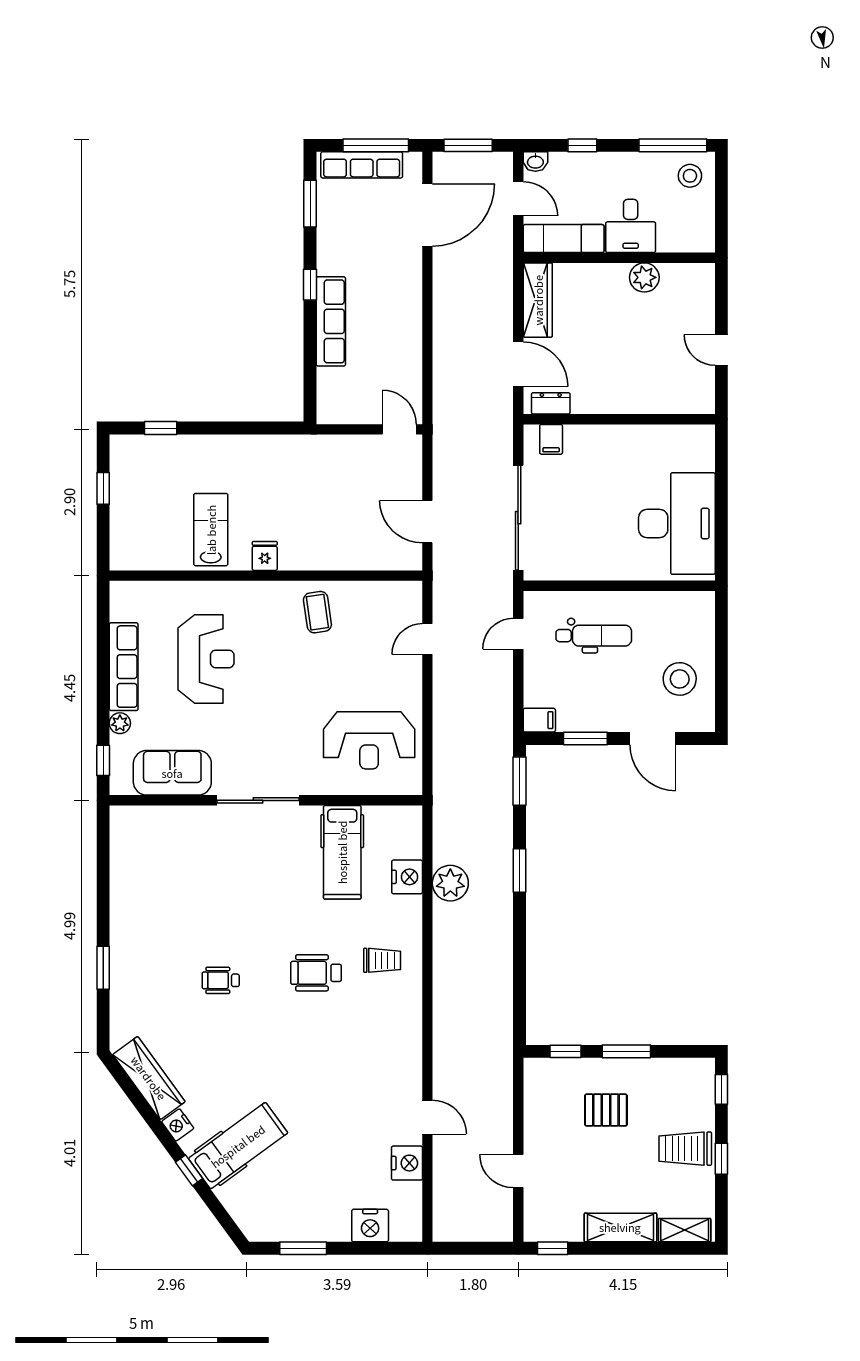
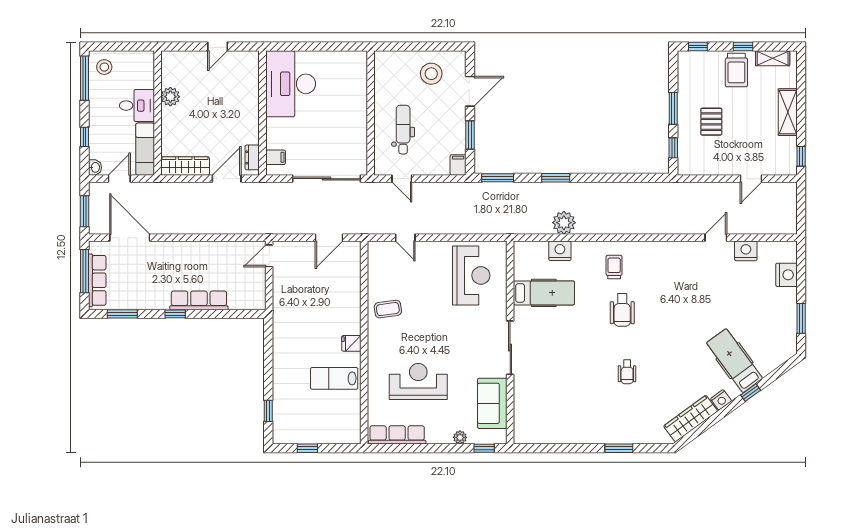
desk: (677, 523) -> (291, 84), moved, turned -90
row of seats: (124, 667) -> (397, 435), moved
shelving: (685, 1230) -> (773, 58), moved, turned 90

